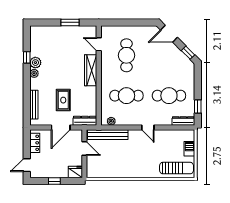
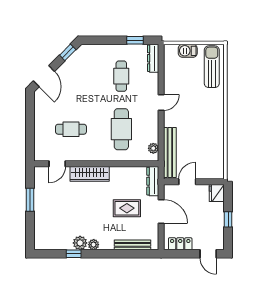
cafe table: (126, 55) -> (71, 129), width x0.73, depth x0.74
cafe table: (169, 96) -> (121, 76), width x0.73, depth x0.74

